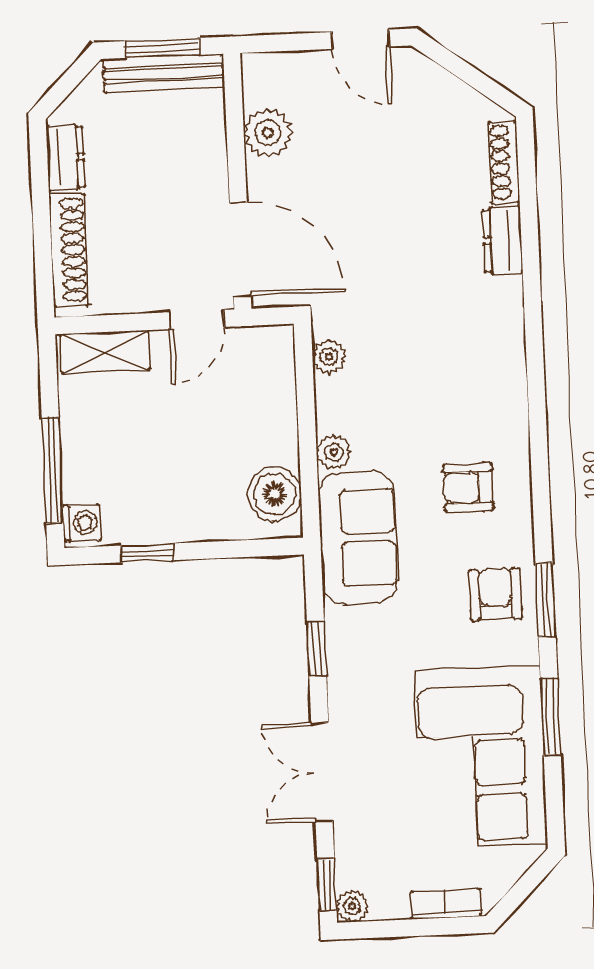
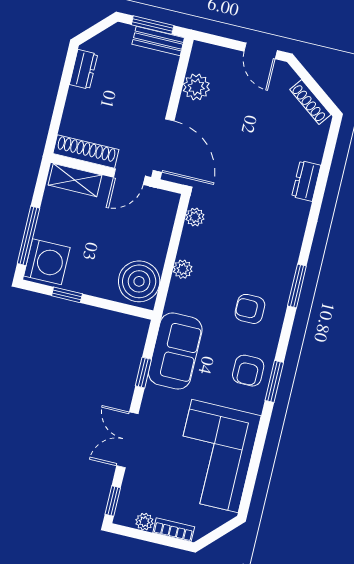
bench: (164, 73) -> (158, 41), width x0.73
shoe rack: (504, 162) -> (310, 102), moved, turned -53
shoe rack: (69, 250) -> (86, 151), moved, turned -90
boiler: (274, 494) -> (139, 281), width x1.37, depth x1.37
washing machine: (81, 523) -> (47, 262), width x1.89, depth x1.89
sofa: (358, 538) -> (175, 351), moved
armchair: (495, 594) -> (248, 371), turned 180
window: (551, 717) -> (297, 286), moved
plant: (352, 906) -> (144, 522), moved

